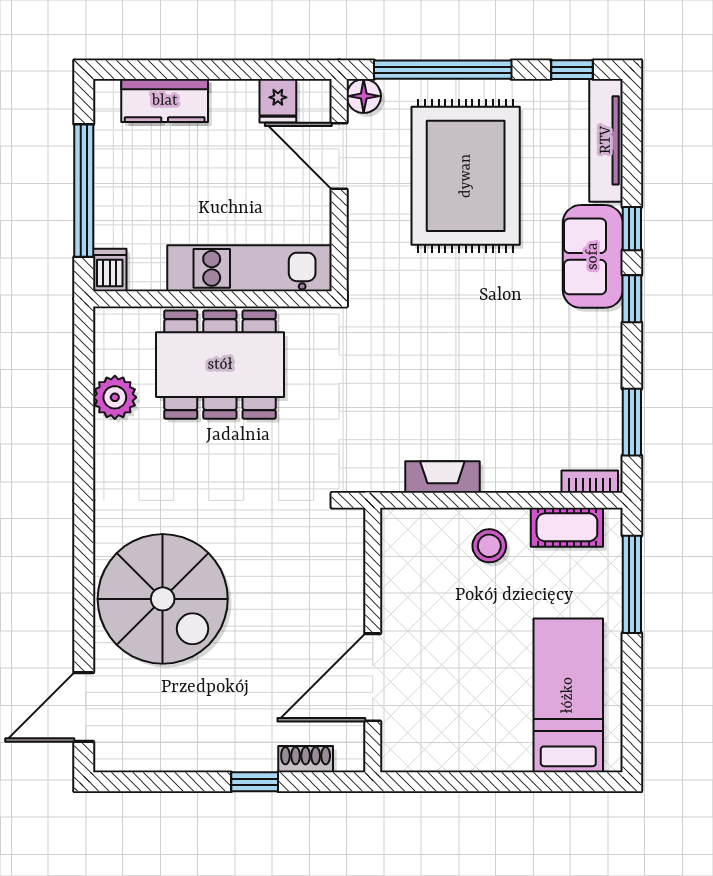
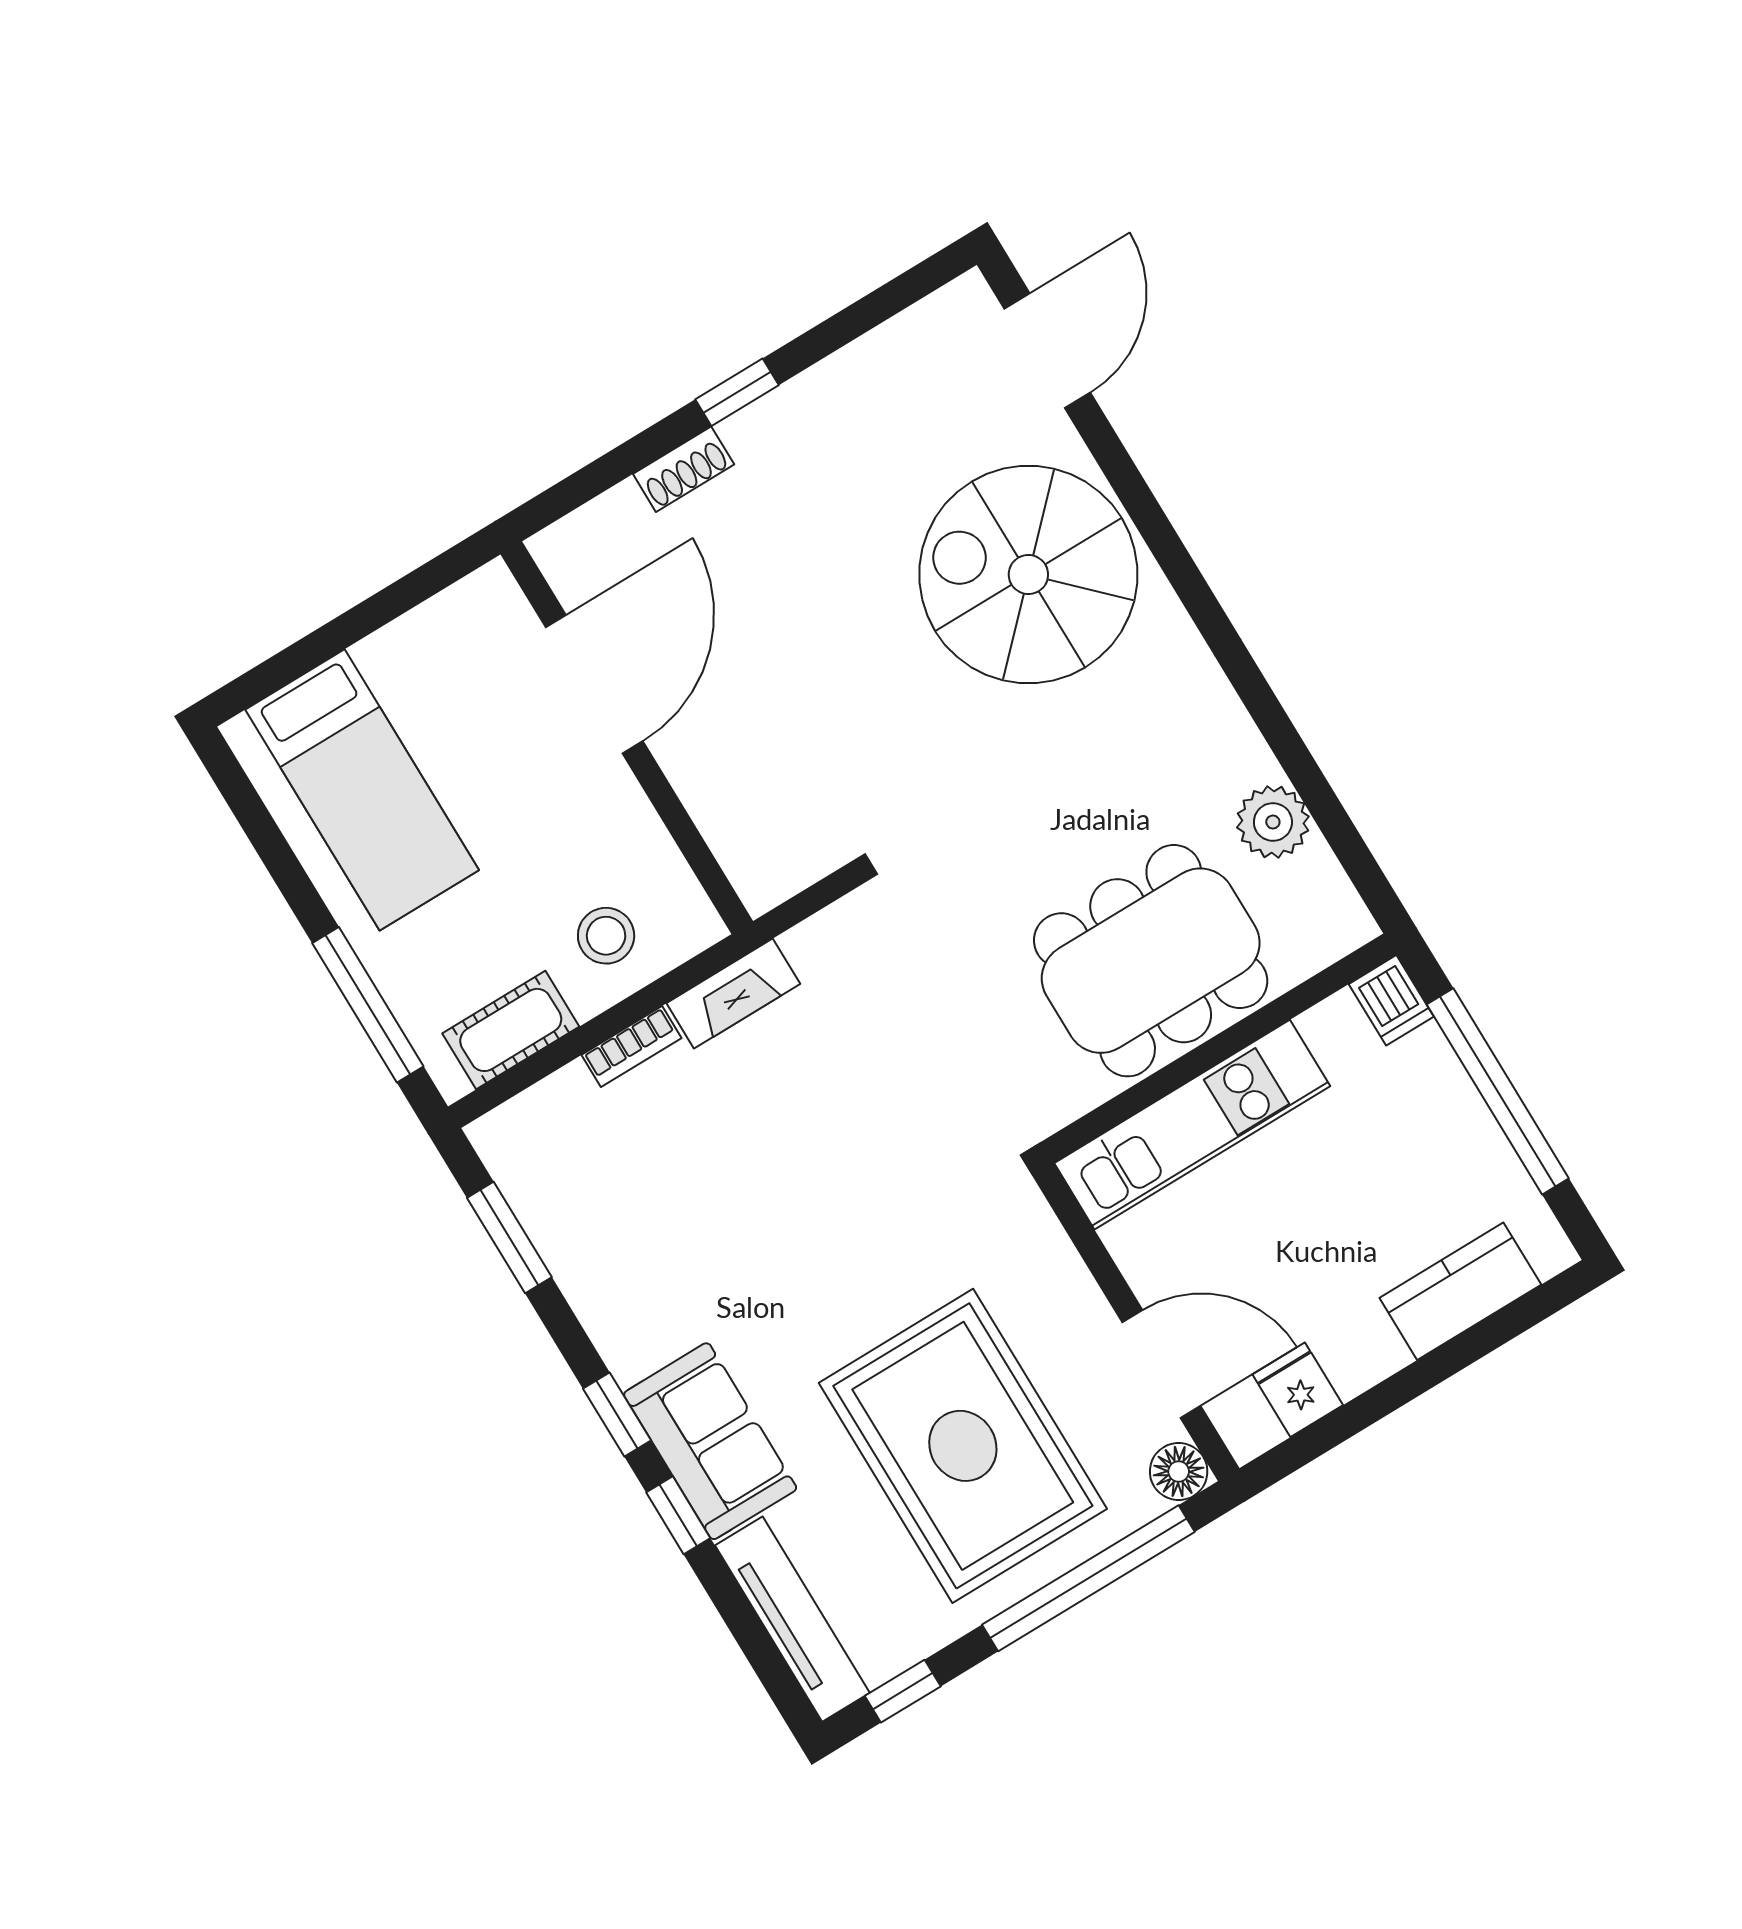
bookcase: (590, 482) -> (631, 1046), moved
wall: (373, 640) -> (627, 738), moved
door: (373, 677) -> (594, 684), moved

